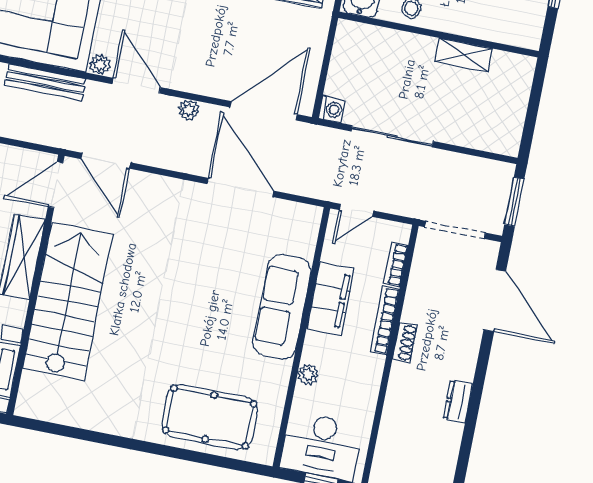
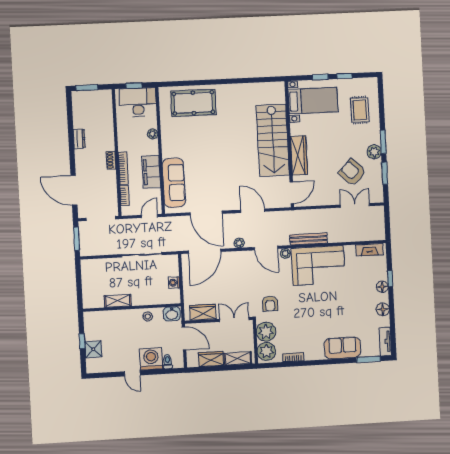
washing machine: (332, 109) -> (174, 283), moved
door: (106, 161) -> (253, 211), moved
sofa: (282, 307) -> (174, 183), moved

